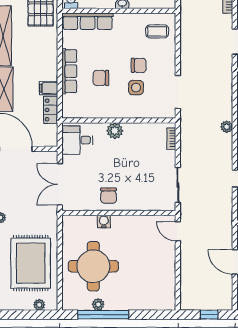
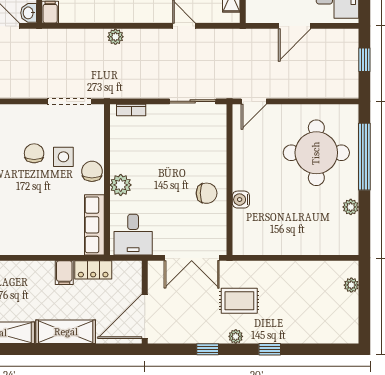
row of seats: (69, 71) -> (94, 225), moved, turned -90
chair: (101, 78) -> (92, 171), moved, turned 180
rug: (31, 263) -> (239, 301), moved, width x0.54, depth x0.49
round table: (93, 266) -> (316, 153), moved
window: (103, 315) -> (364, 157), moved

